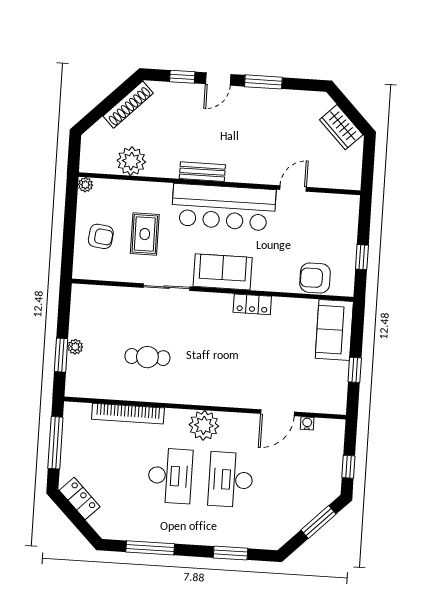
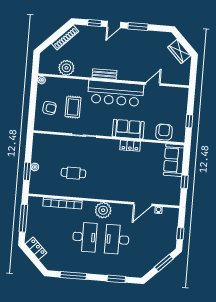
sofa: (223, 272) -> (128, 129), moved
armchair: (315, 278) -> (164, 132), turned 90

